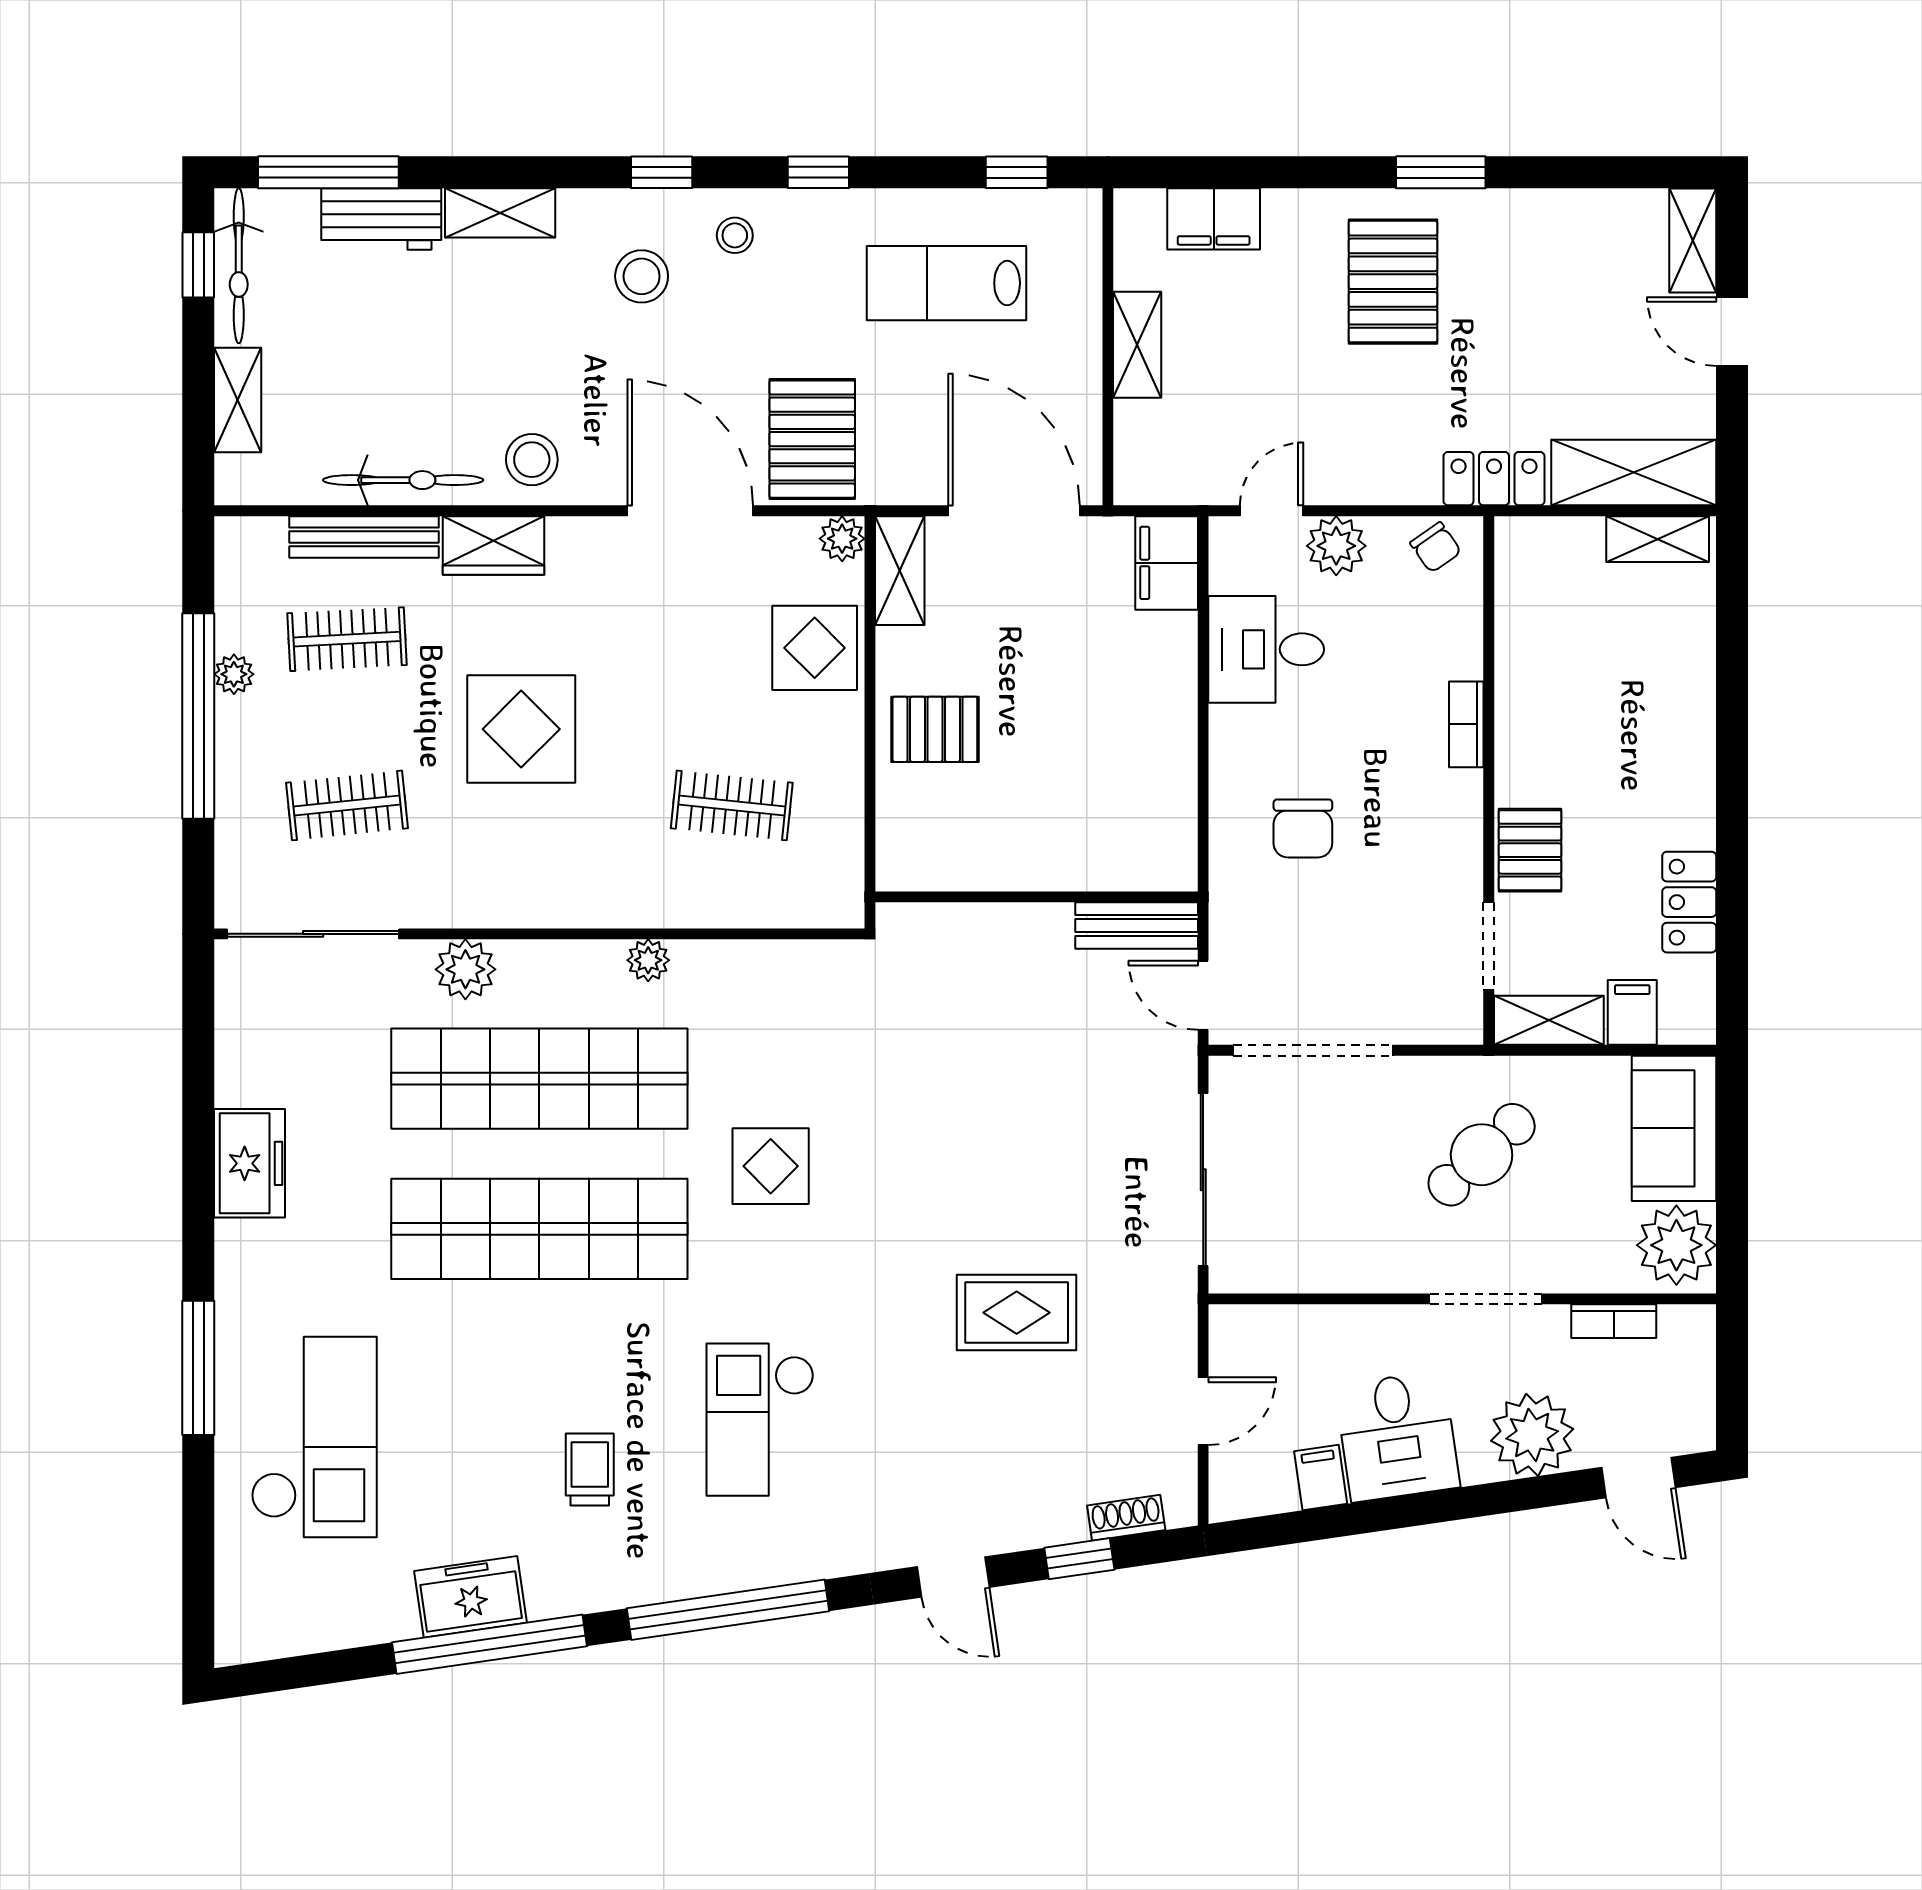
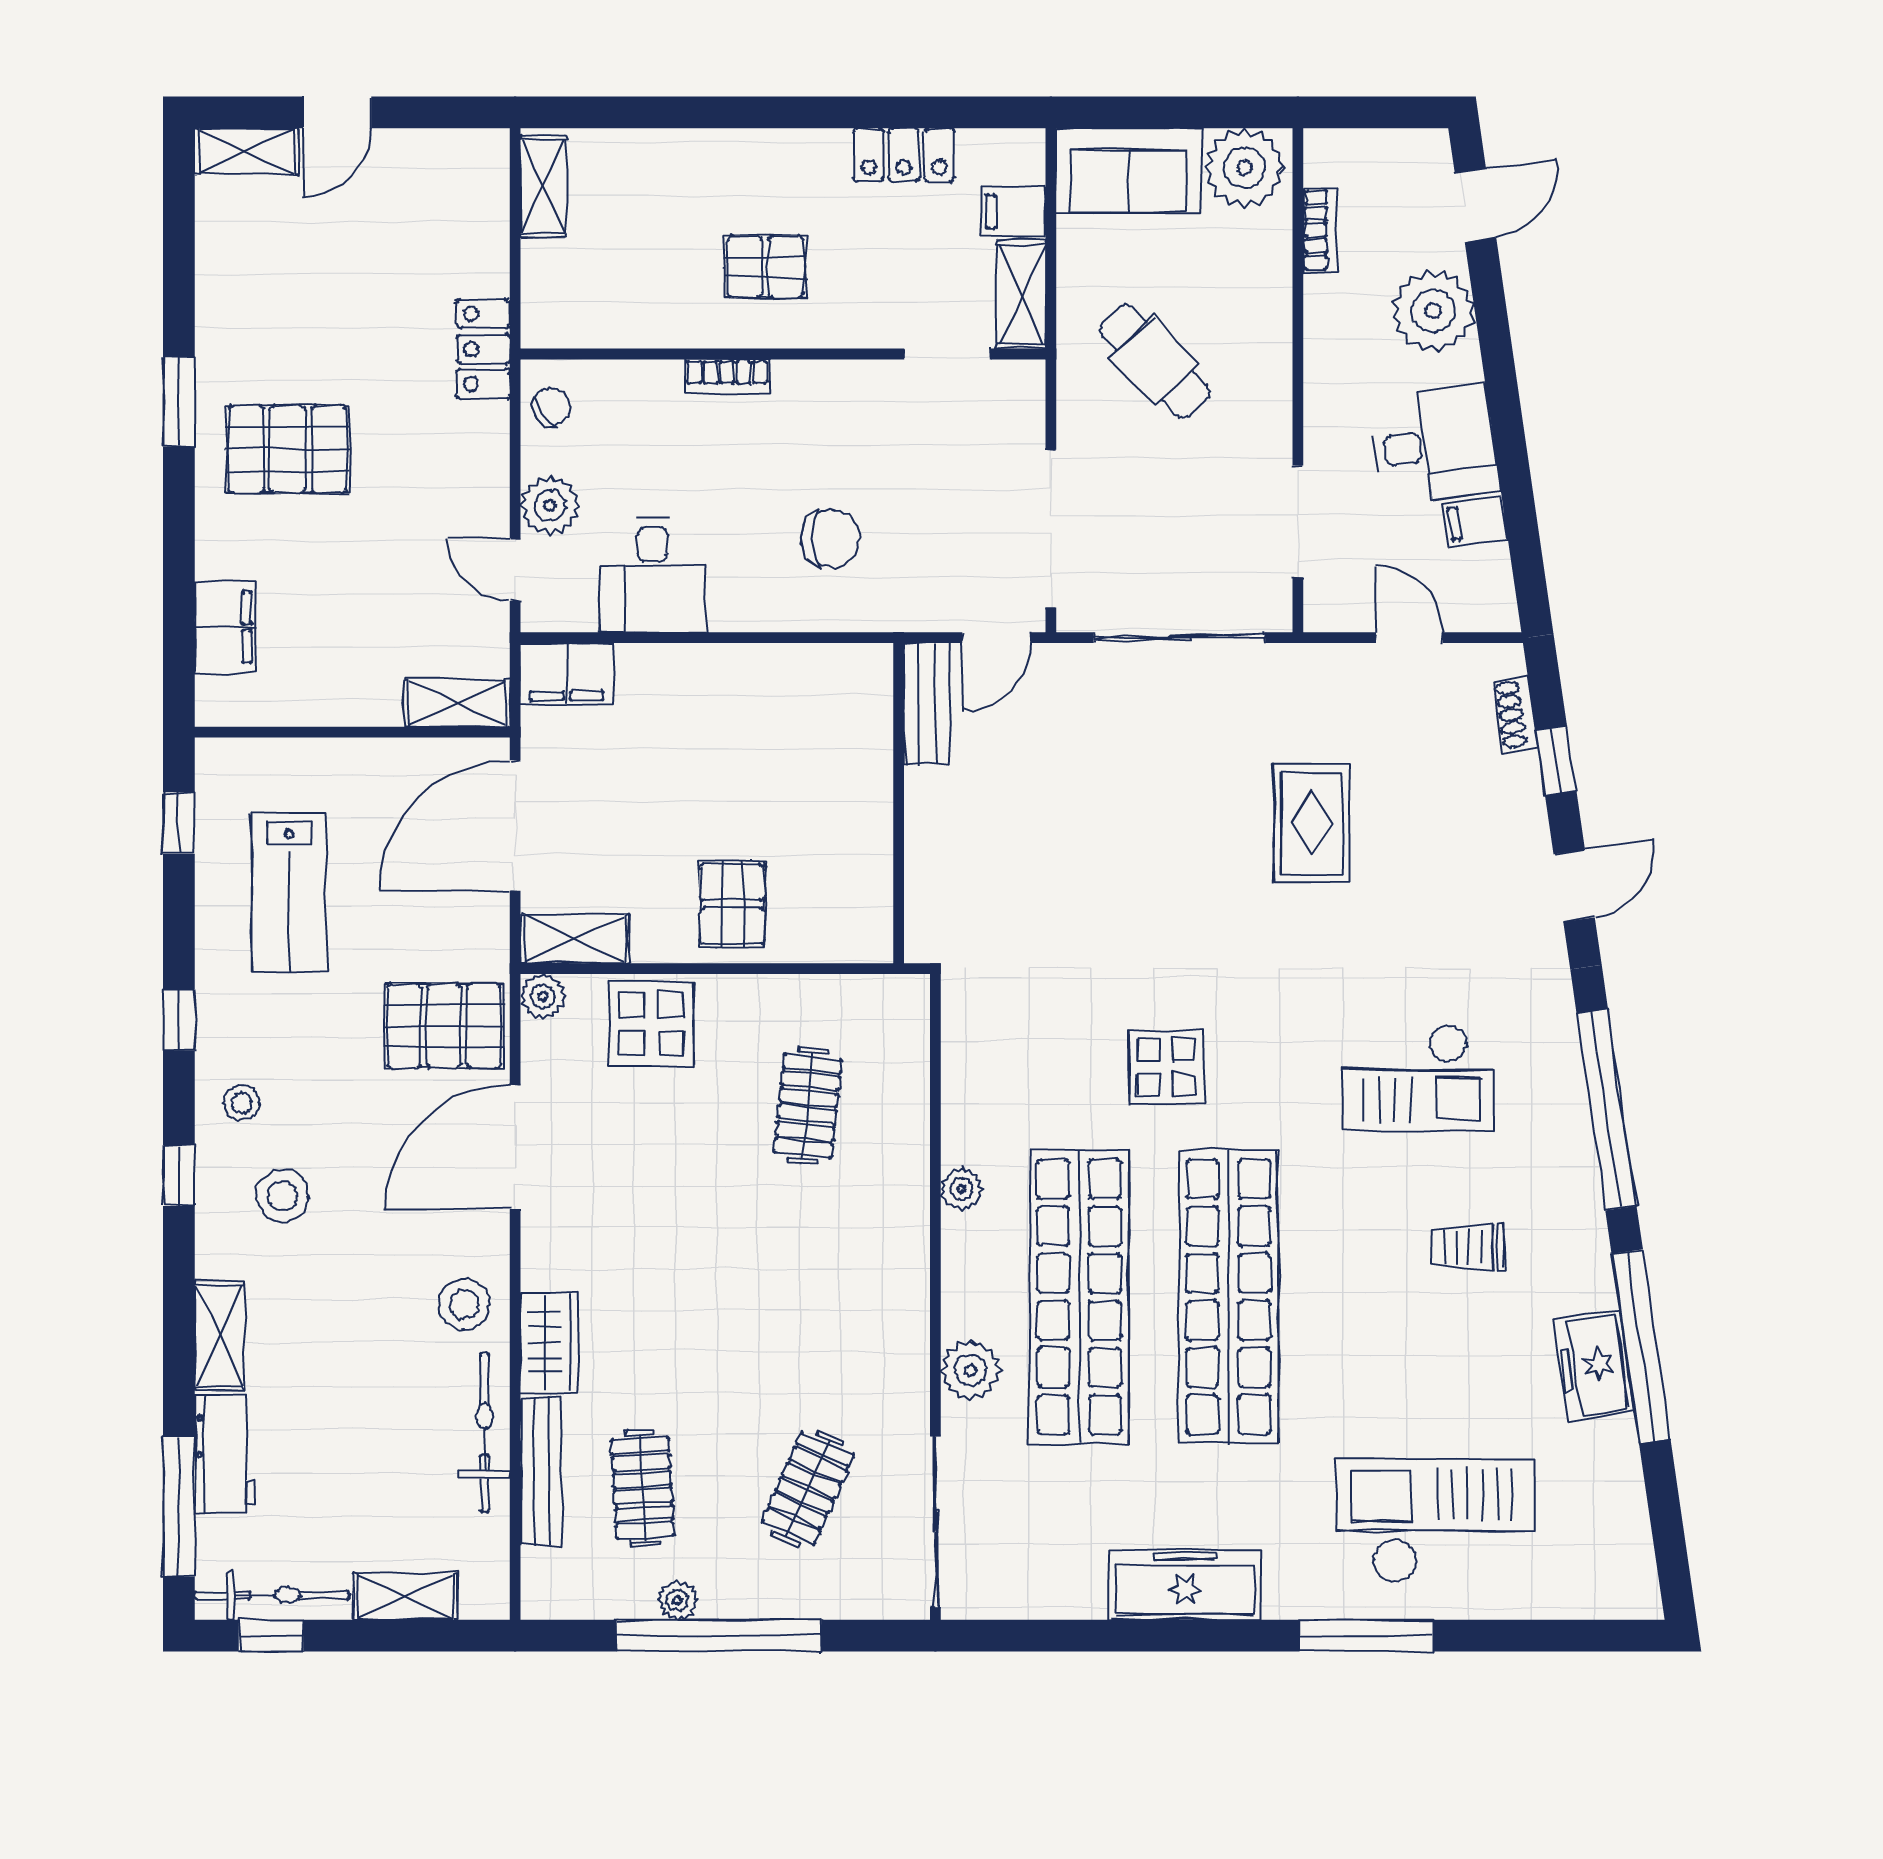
shelving: (1137, 345) -> (457, 703), moved
shelving: (1634, 473) -> (477, 210), removed
display table: (521, 729) -> (732, 1315), removed
clothes rail: (347, 805) -> (808, 1488), turned 30
pallet: (1530, 850) -> (765, 267), moved
freezer: (250, 1163) -> (1185, 1585), width x1.40
doorway: (1486, 1299) -> (1298, 521), moved

